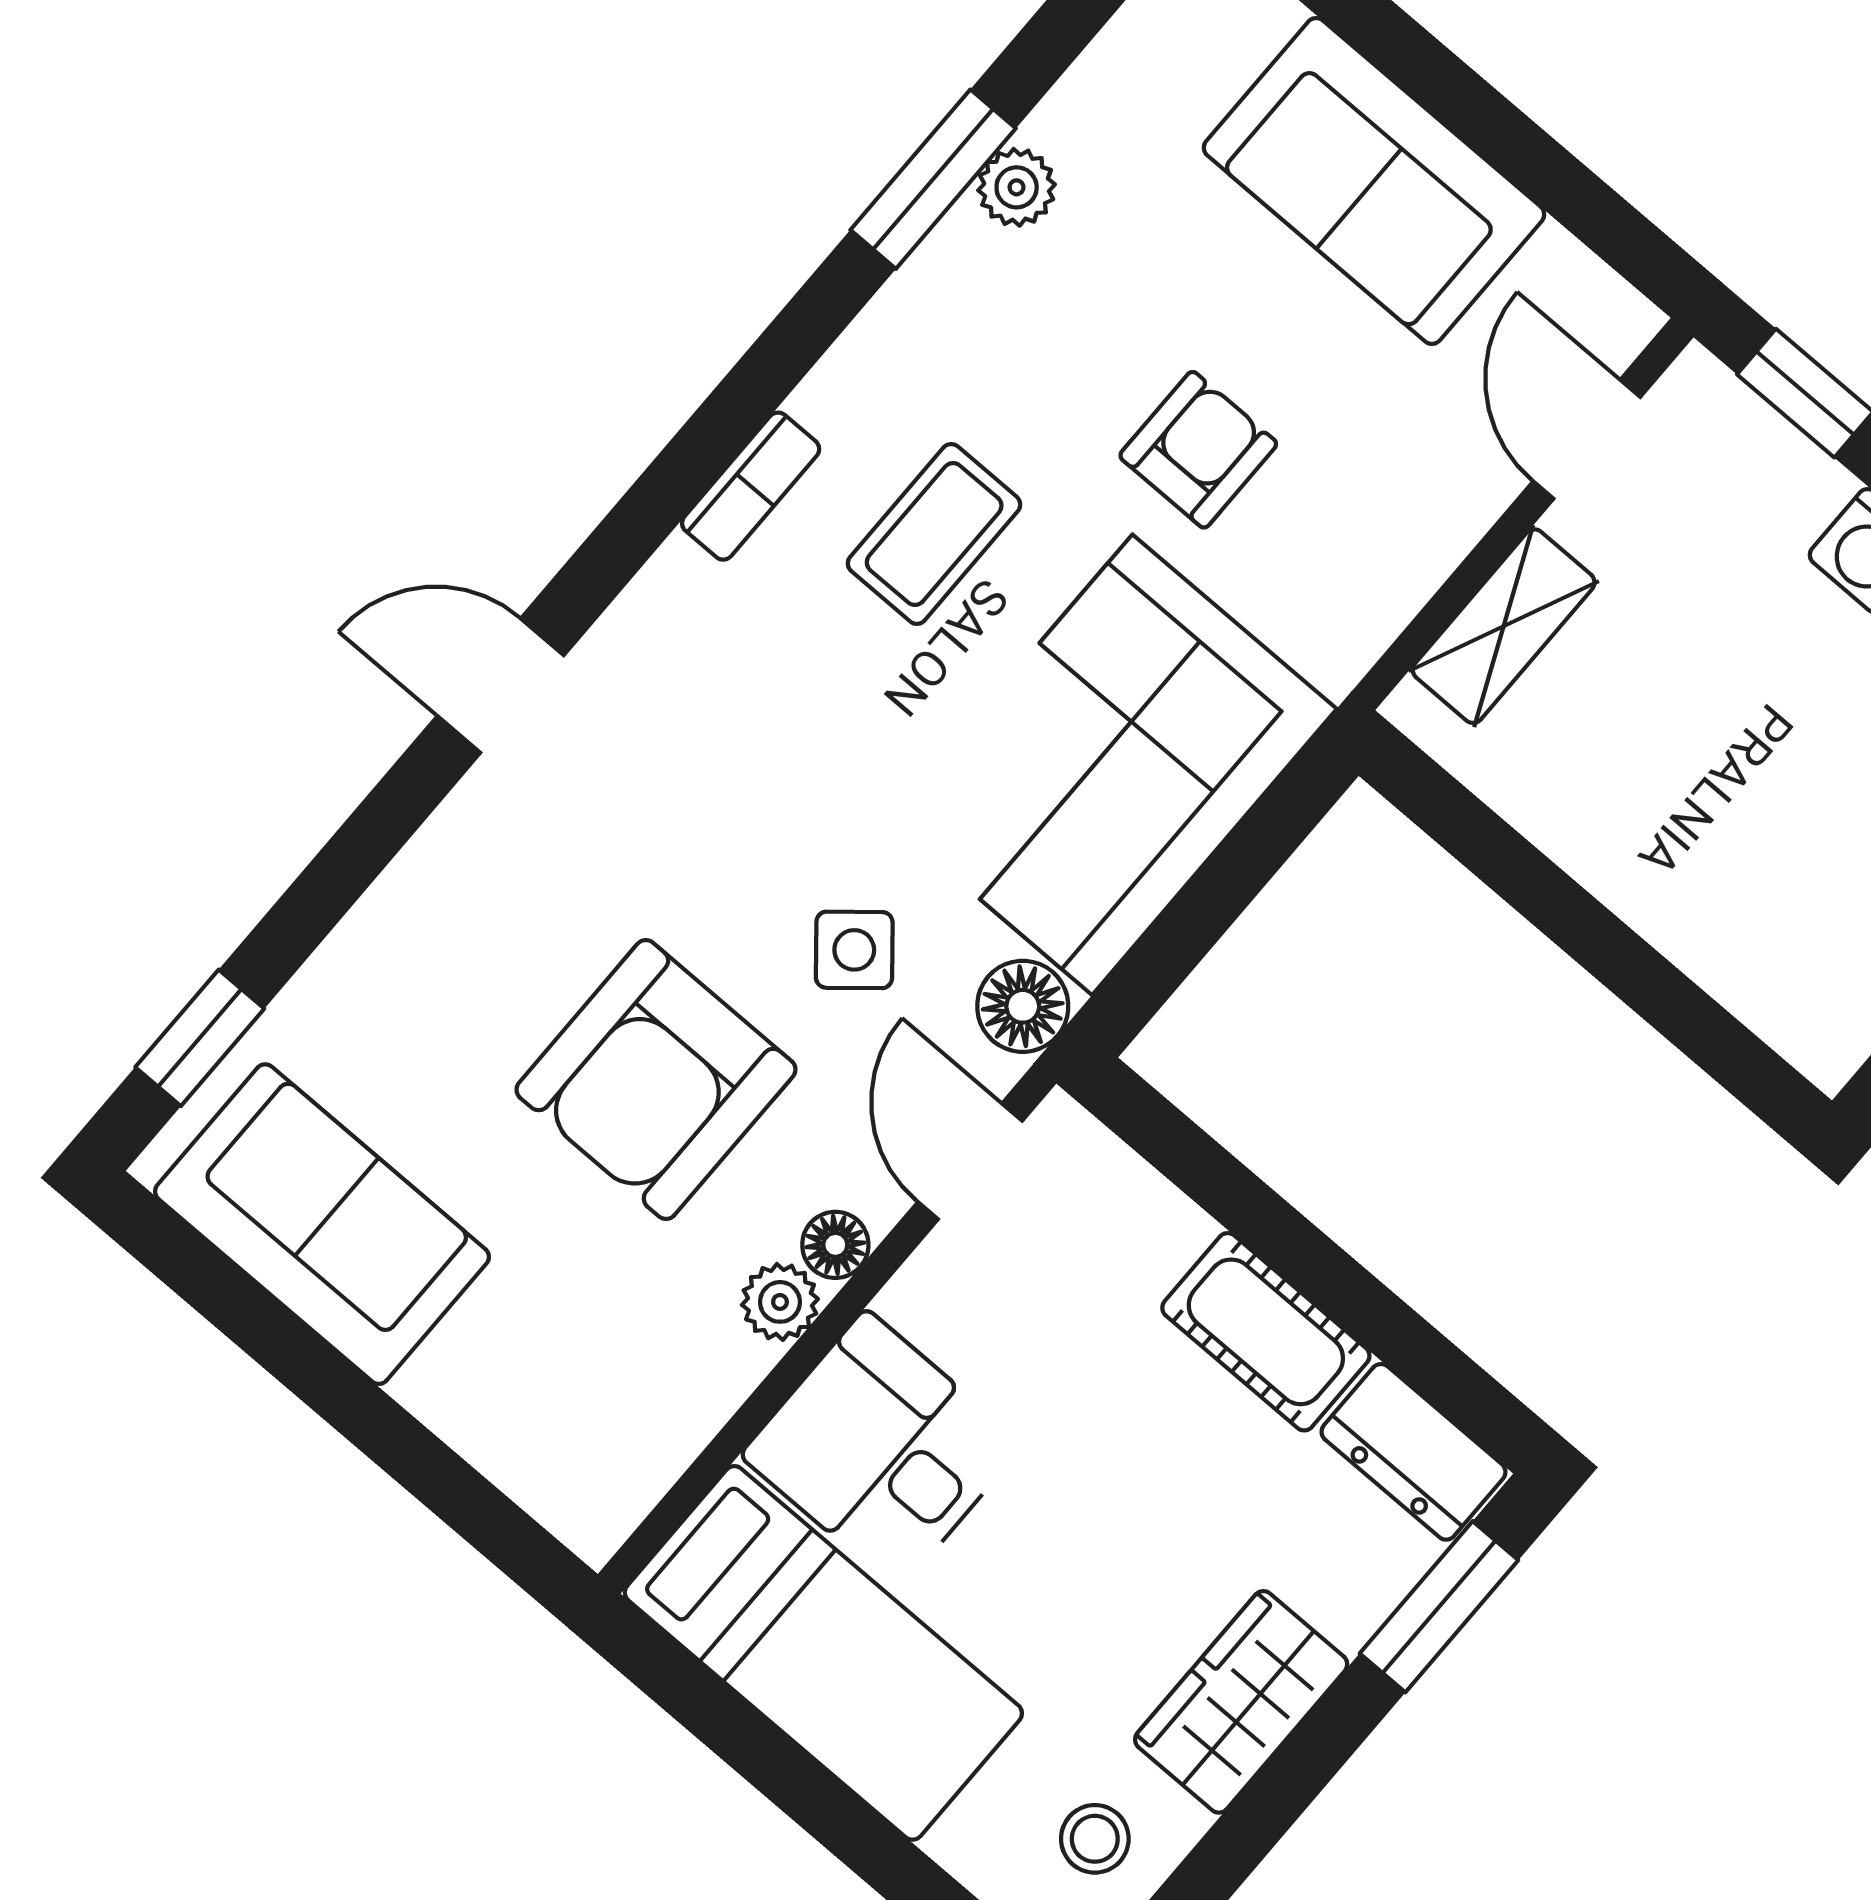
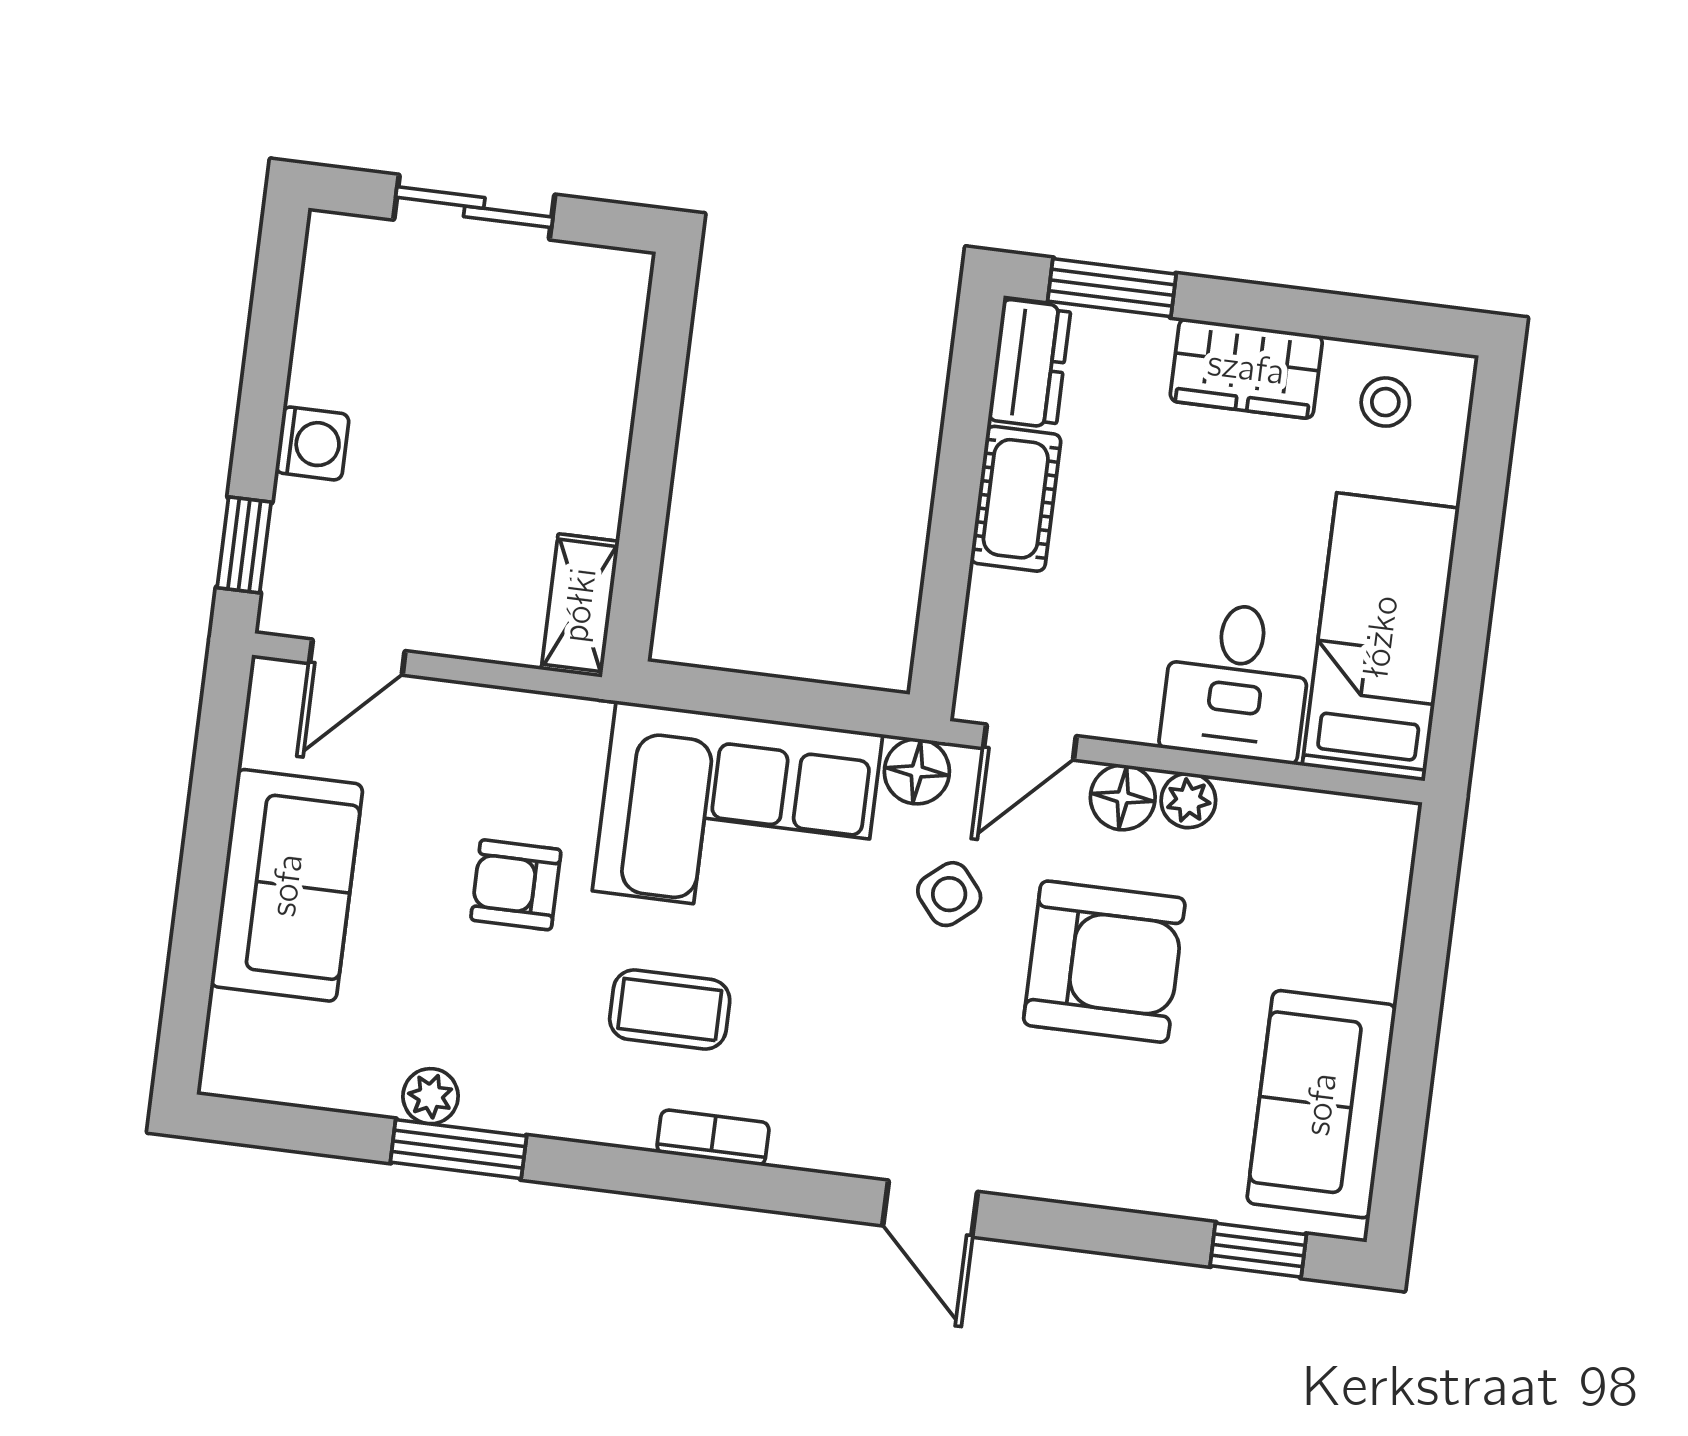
shelving: (1504, 626) -> (580, 605), moved, turned 90
floor lamp: (835, 1245) -> (1123, 797), width x1.37, depth x1.37

